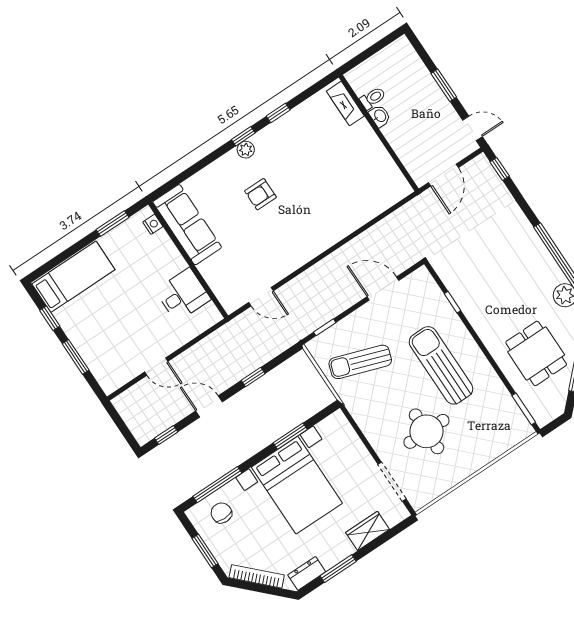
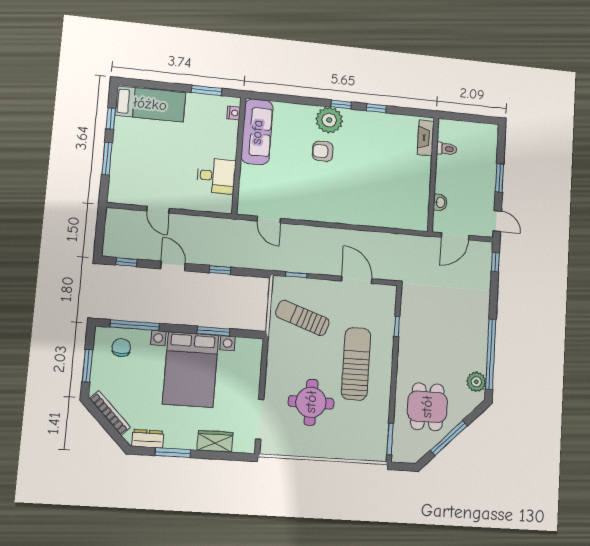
washbasin: (380, 116) -> (440, 202), moved
plant: (246, 150) -> (329, 120), width x1.88, depth x1.88

